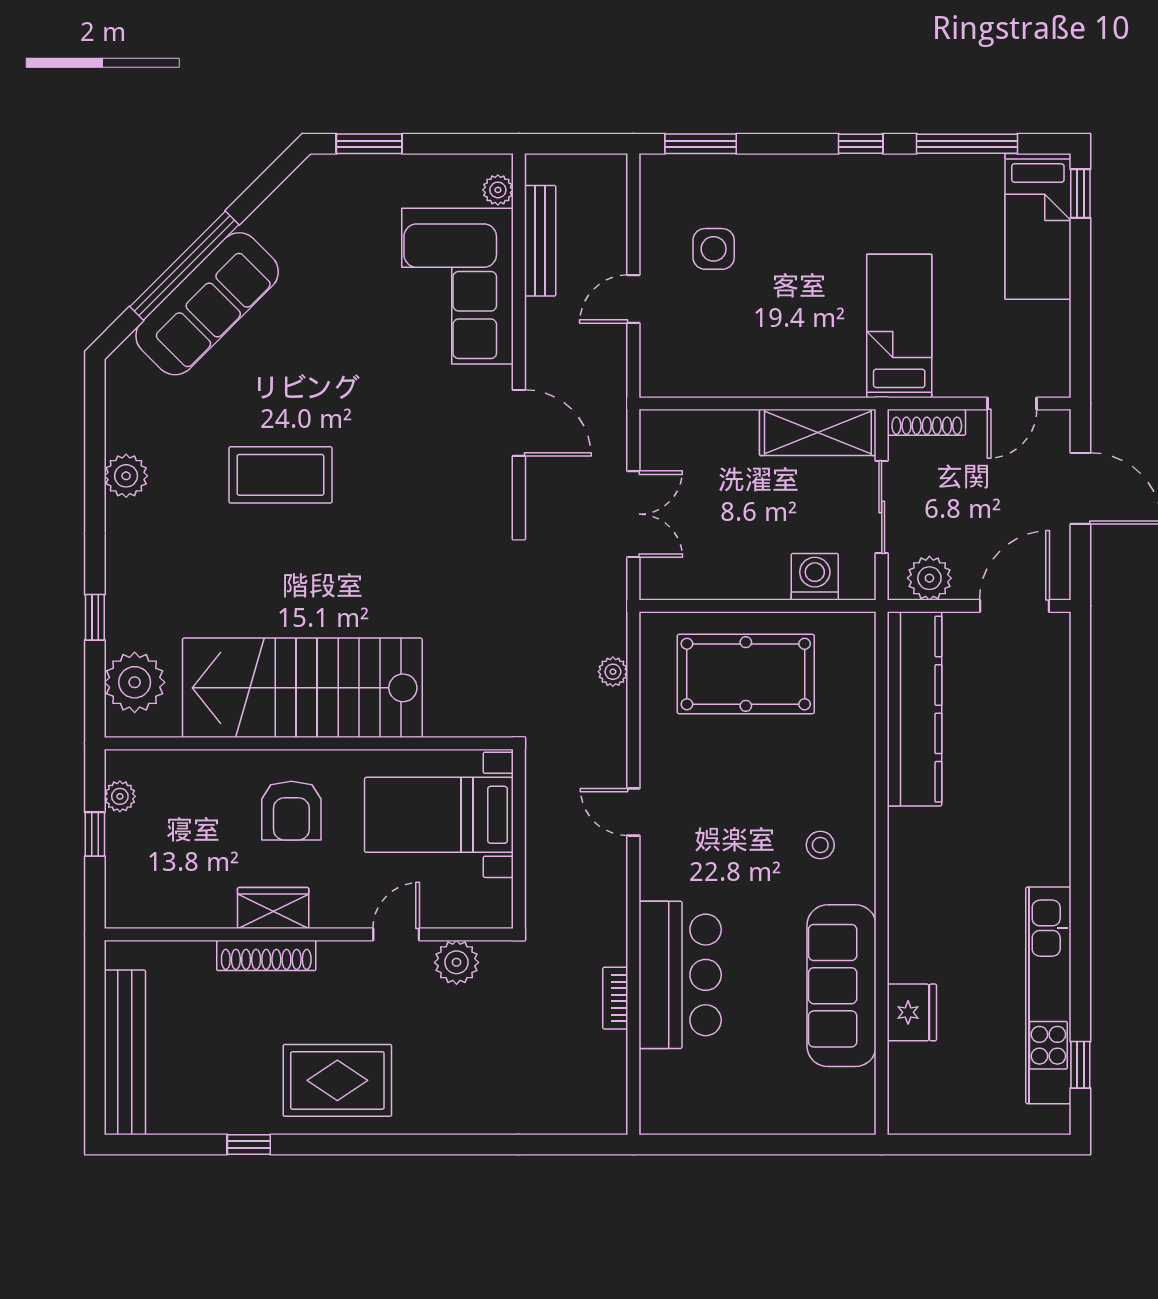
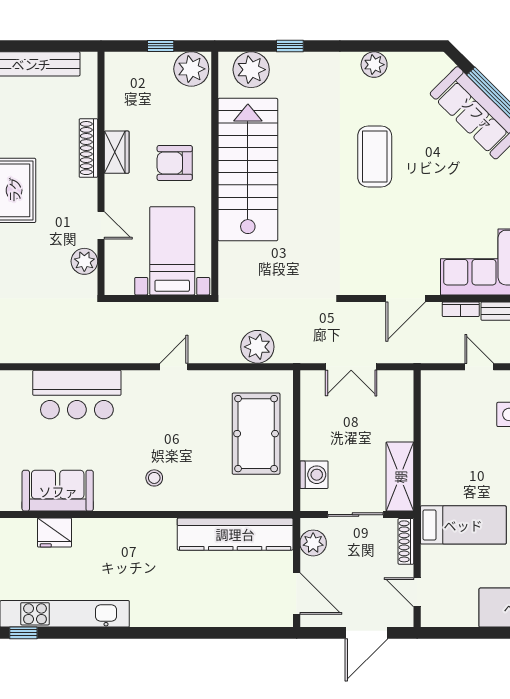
plant: (613, 672) -> (257, 347), width x1.88, depth x1.88
plant: (120, 796) -> (191, 69), width x1.87, depth x1.87
sofa: (842, 986) -> (58, 491), width x0.73
bookcase: (615, 998) -> (461, 309), moved, turned 180

